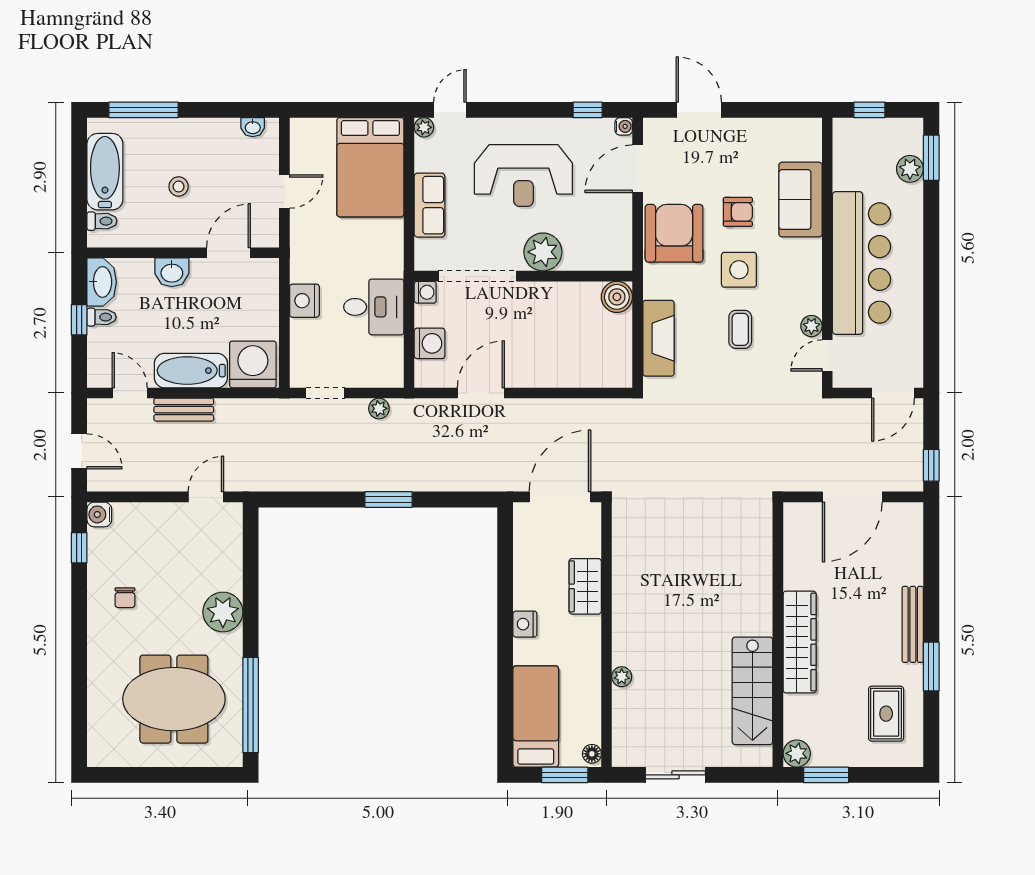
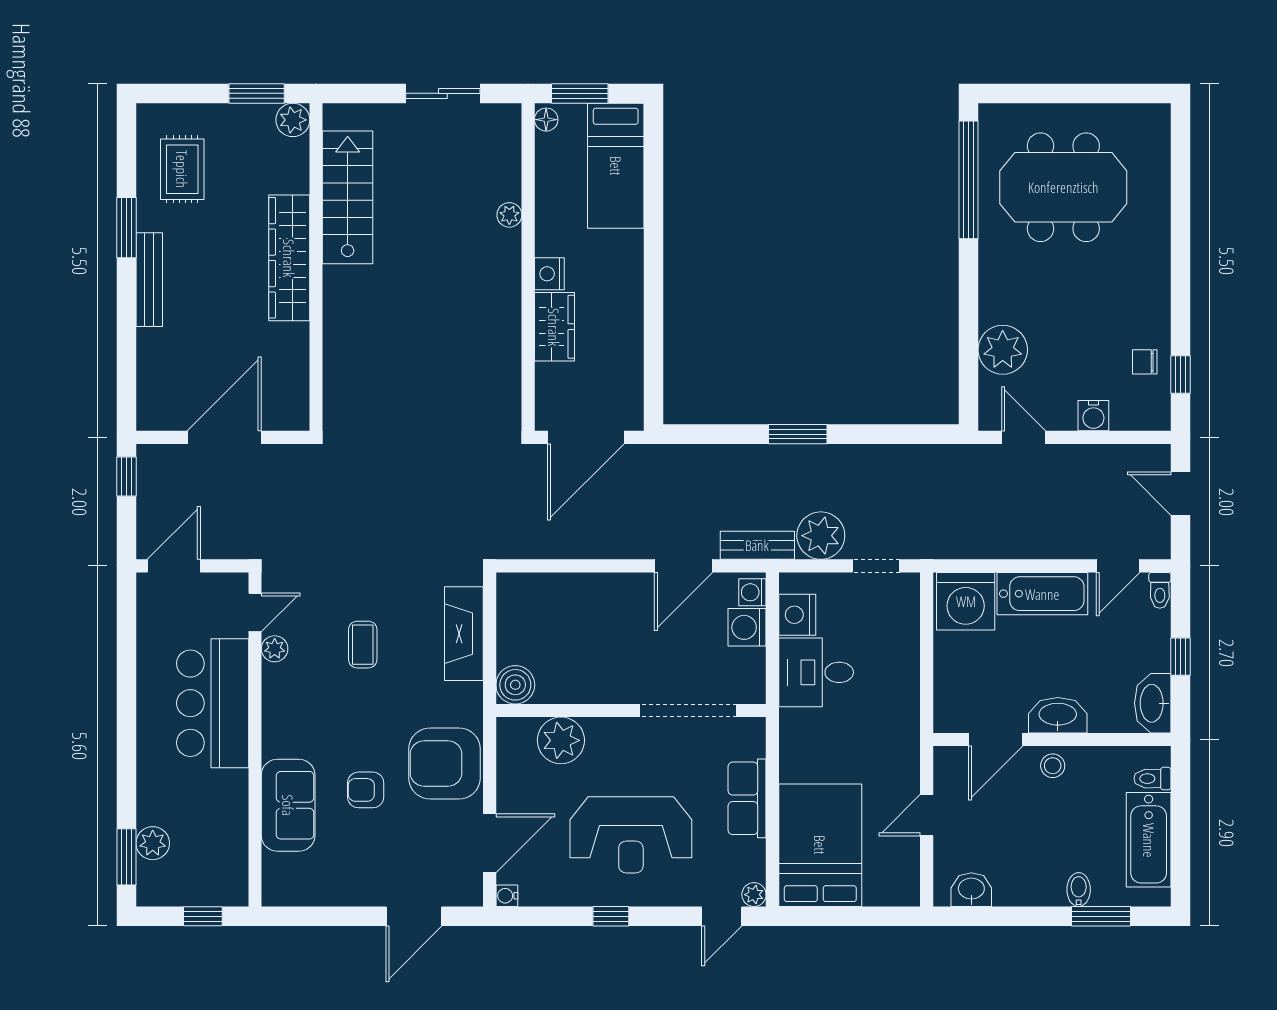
window: (143, 110) -> (1101, 916), width x0.69
window: (588, 110) -> (611, 916), moved
door: (699, 110) -> (414, 916), hinge flipped
washbasin: (253, 127) -> (971, 890), width x1.38, depth x1.45
bidet: (162, 131) -> (1079, 890), added
reception desk: (523, 176) -> (631, 835), turned 180
stool: (179, 186) -> (1053, 766), moved
armchair: (674, 233) -> (445, 763), turned 90
plant: (543, 252) -> (561, 740), moved
bar counter: (862, 263) -> (213, 703), width x0.73
side table: (739, 270) -> (364, 718), removed
washbasin: (172, 272) -> (1058, 715), width x1.38
washing machine: (425, 292) -> (752, 592), moved
nightstand: (304, 301) -> (797, 615), moved, turned 180
toilet: (101, 317) -> (1160, 590), moved, turned -90
door: (130, 393) -> (1118, 566), hinge flipped
plant: (379, 408) -> (821, 536), width x1.88, depth x1.88
bench: (184, 410) -> (757, 545), moved
door: (206, 497) -> (1024, 437), swing flipped
water cooler: (99, 514) -> (1093, 416), moved, turned 90
chair: (125, 598) -> (1145, 362), moved, turned -90
plant: (223, 612) -> (1003, 350), moved
nightstand: (525, 624) -> (549, 274), moved, turned 180

